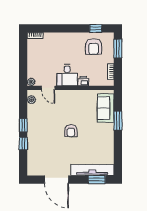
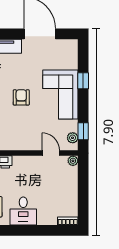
desk: (67, 75) -> (23, 211), moved, turned 180
window: (23, 125) -> (83, 131), moved
corner sofa: (41, 133) -> (60, 95), added

